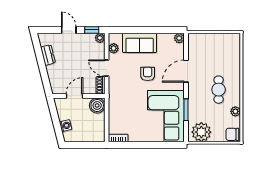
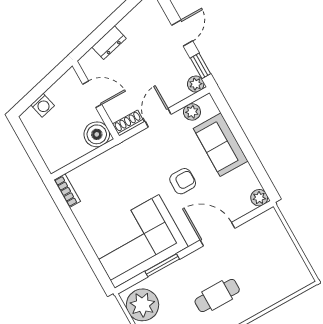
dresser: (48, 55) -> (109, 43), moved

